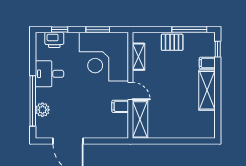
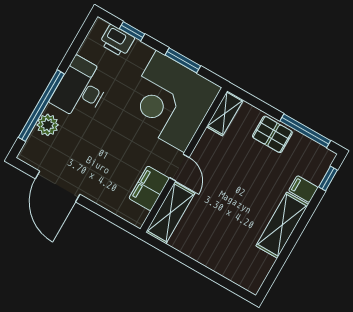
shelving: (138, 57) -> (225, 113), moved
desk: (49, 74) -> (81, 89), width x1.37
filing cabinet: (120, 106) -> (149, 188), width x2.00

